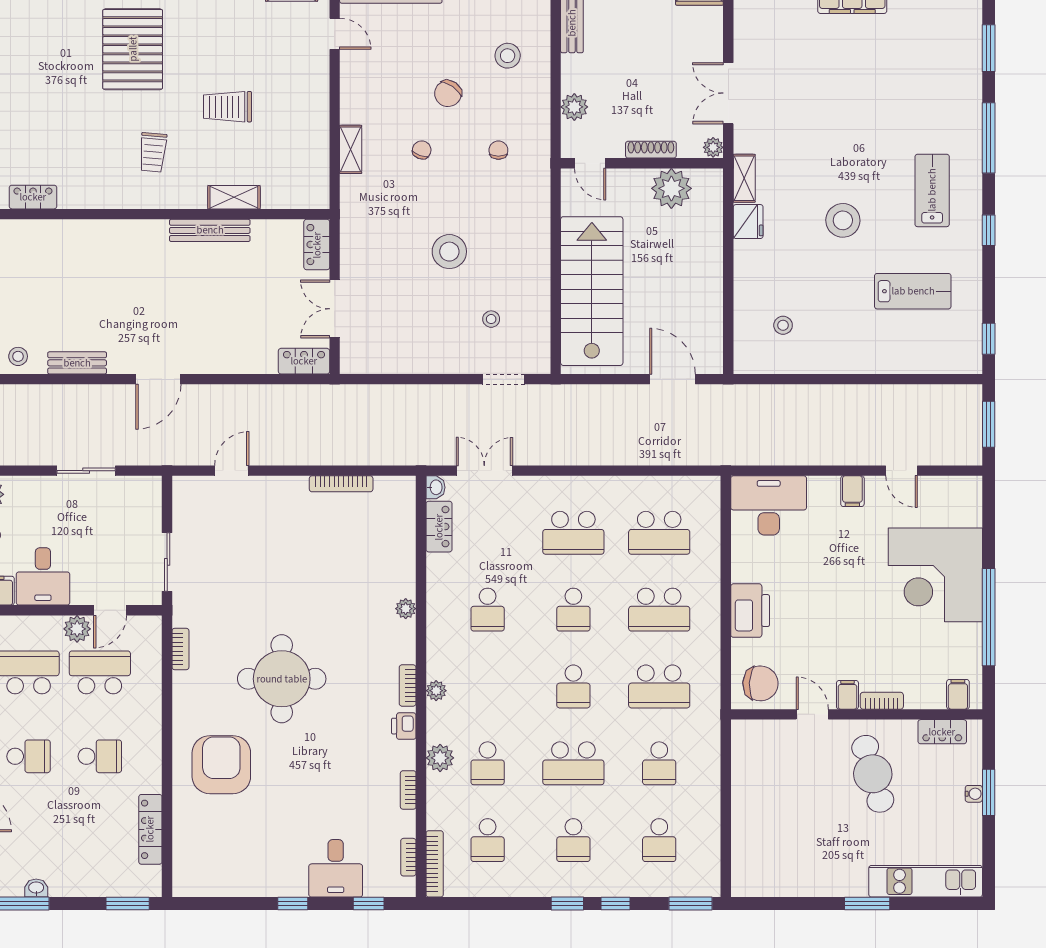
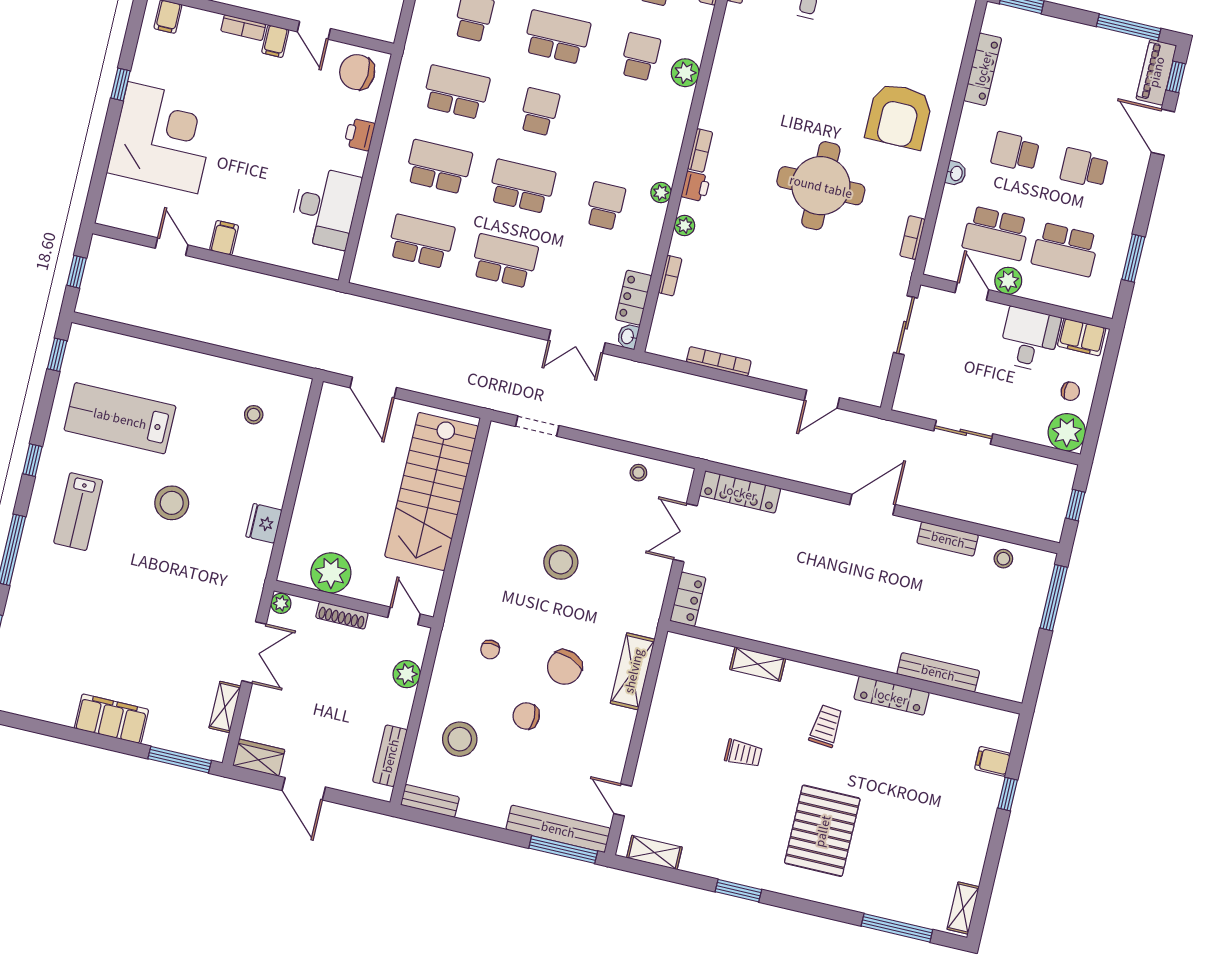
stool: (508, 56) -> (460, 739), width x1.38, depth x1.38
chair: (448, 94) -> (526, 716), turned -125
trolley: (227, 107) -> (743, 753), width x0.73, depth x0.72
shelving: (351, 149) -> (633, 671), width x1.50, depth x1.33
chair: (422, 150) -> (565, 667), width x1.87, depth x1.87
shelving: (744, 178) -> (225, 707), moved
locker: (33, 197) -> (891, 696), moved, width x1.53
bench: (210, 230) -> (938, 672), moved
lab bench: (913, 291) -> (120, 418), width x1.36, depth x1.39
double door: (335, 309) -> (685, 533), swing flipped
stool: (491, 319) -> (638, 473), moved
locker: (304, 361) -> (740, 492), width x1.53
window: (989, 424) -> (77, 272), width x0.67
desk: (769, 505) -> (325, 208), moved, turned -90
door: (110, 610) -> (972, 291), hinge flipped
school desk: (573, 610) -> (522, 186), width x1.85
printer: (750, 611) -> (359, 134), width x0.53, depth x0.68
window: (989, 617) -> (121, 84), width x0.32
plant: (436, 691) -> (661, 193), moved
printer: (404, 726) -> (696, 186), moved
bookcase: (408, 790) -> (670, 276), moved
washbasin: (36, 888) -> (956, 173), moved, turned -90

